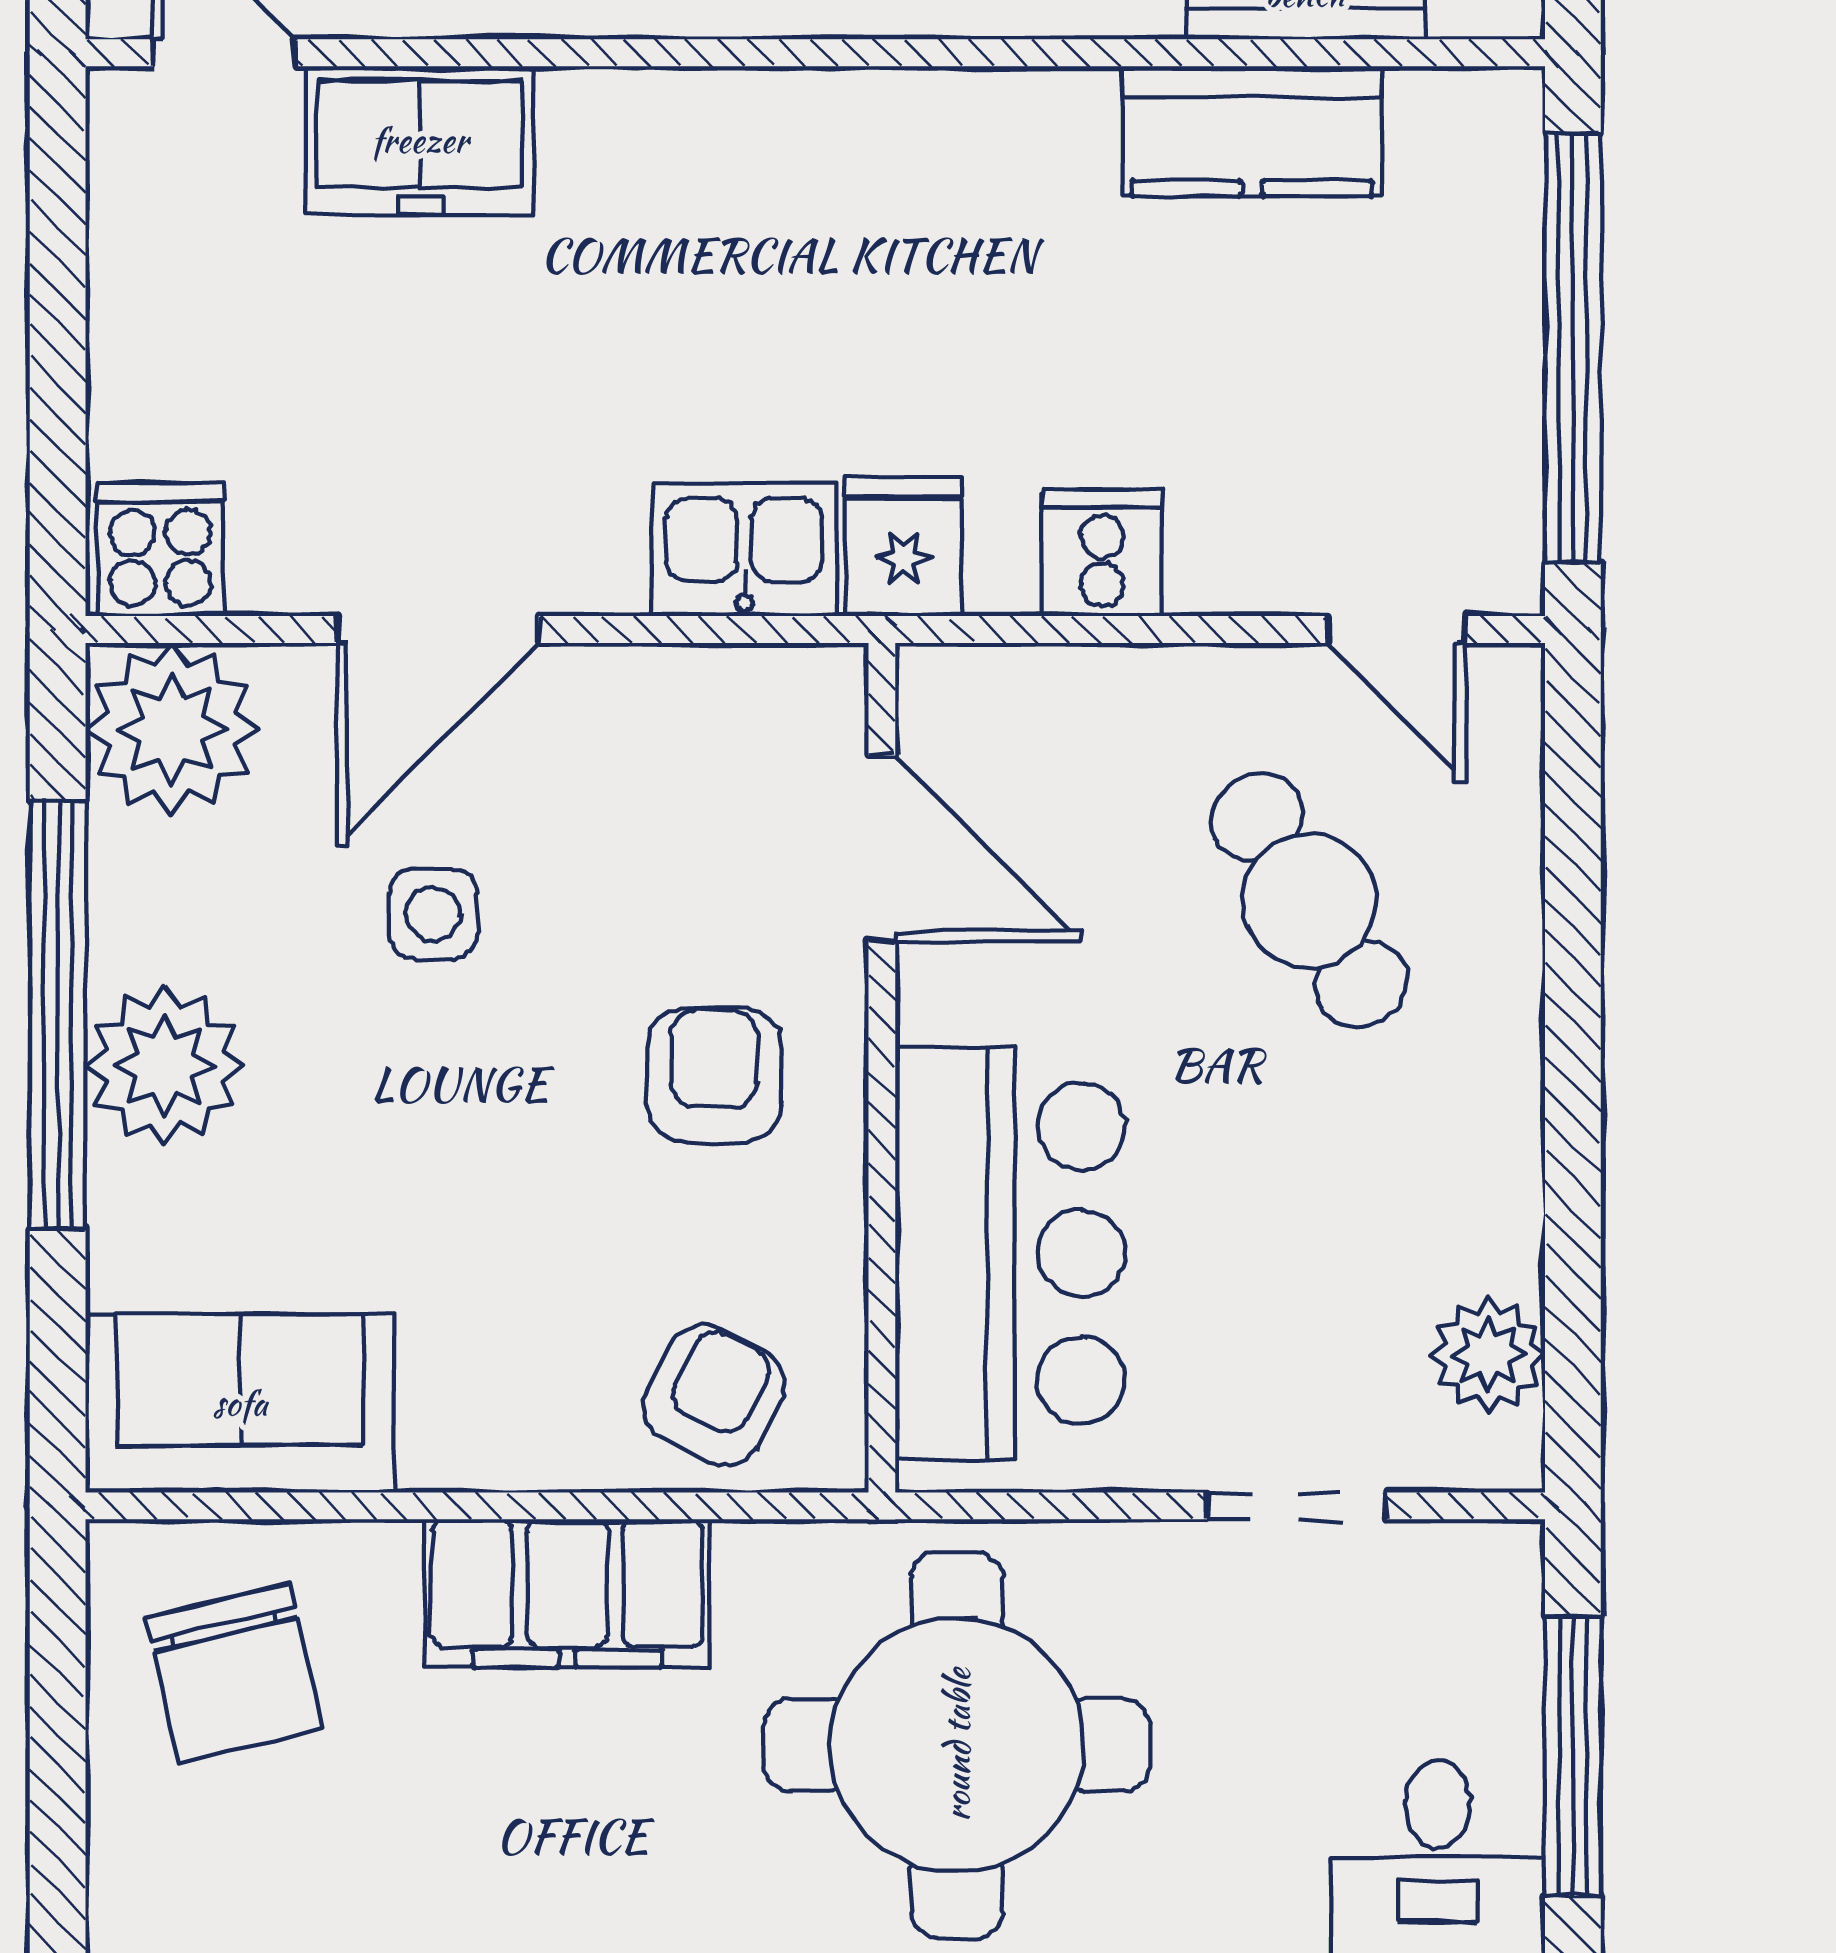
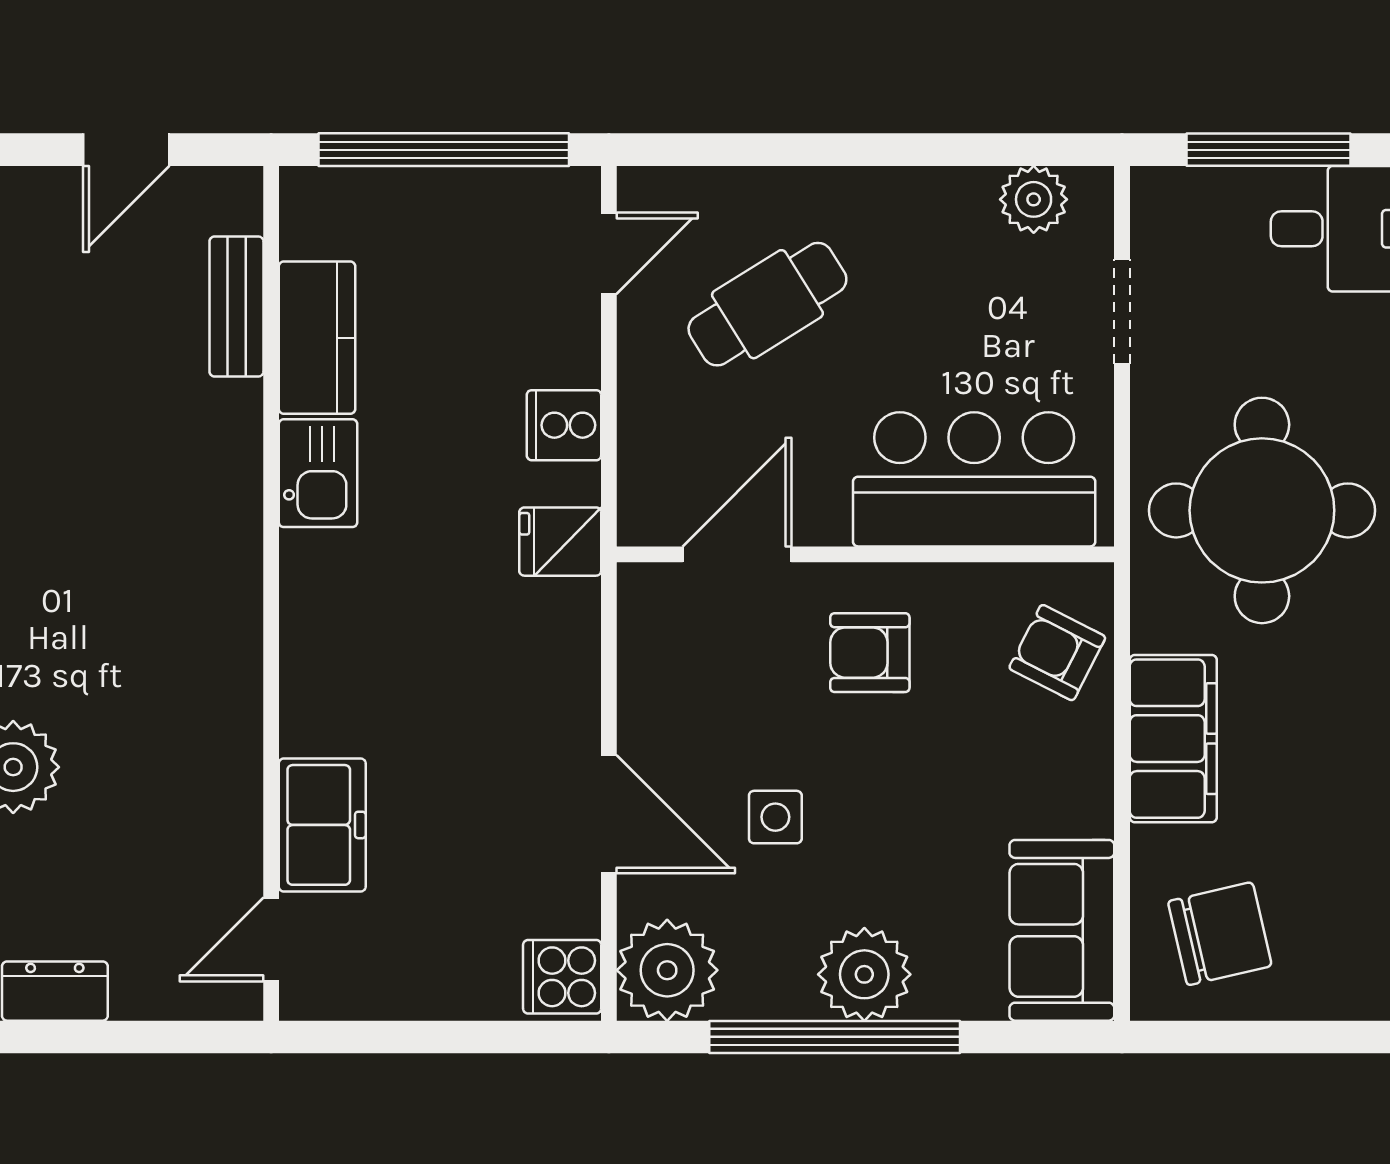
kitchen sink: (744, 549) -> (318, 473), moved, turned 180

